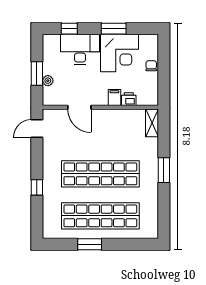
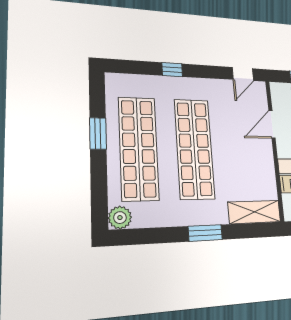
shelving: (152, 123) -> (254, 212), width x1.50, depth x1.33
door: (37, 129) -> (243, 74), swing flipped
plant: (150, 231) -> (120, 218), added

